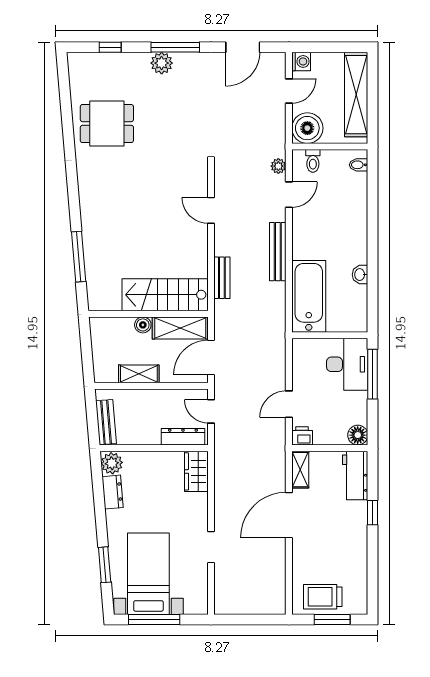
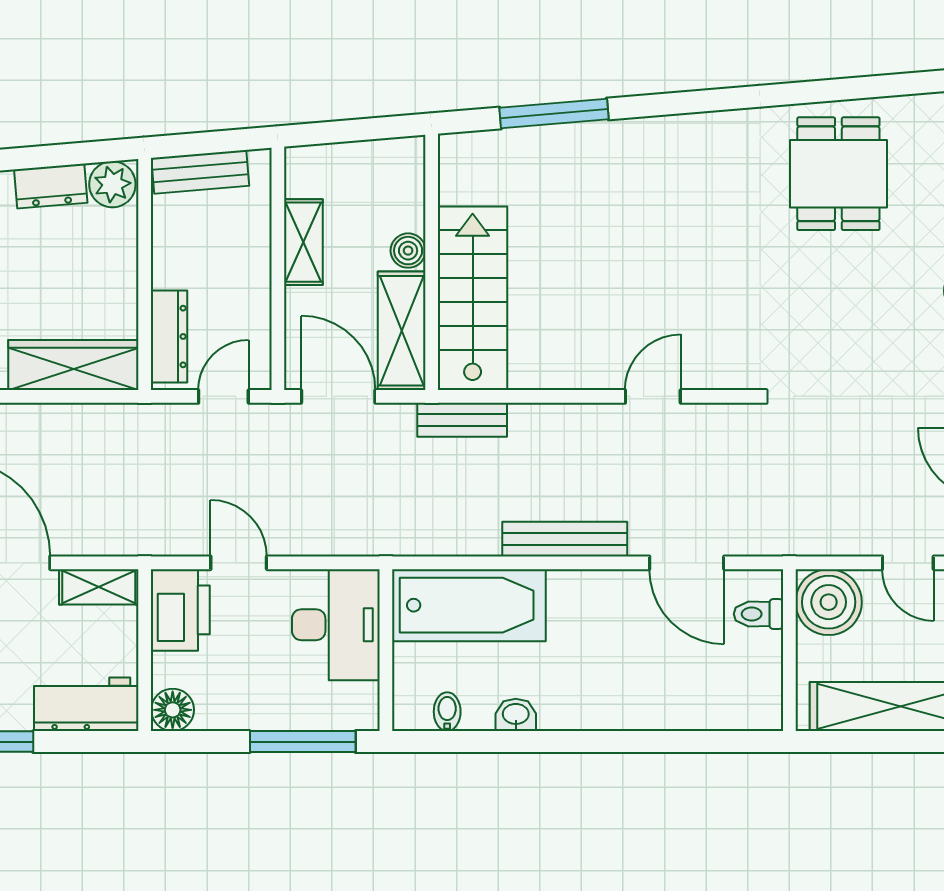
bidet: (359, 165) -> (447, 712), moved
plant: (278, 166) -> (747, 540), removed
door: (289, 195) -> (687, 563), width x1.38
bench: (222, 278) -> (462, 420), moved
desk: (347, 364) -> (336, 625), moved, turned -90
printer: (302, 436) -> (180, 610), width x1.87, depth x1.48
wardrobe: (196, 471) -> (73, 365), width x1.50

